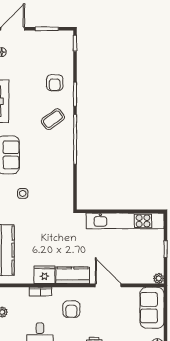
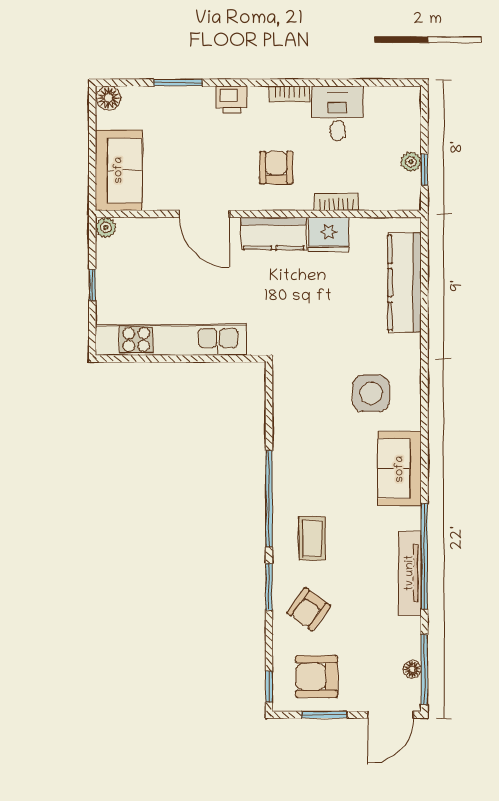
armchair: (51, 48) -> (317, 677), added
armchair: (55, 83) -> (309, 609), turned -144
coffee table: (53, 119) -> (312, 538), turned -54
side table: (23, 193) -> (371, 393), width x1.87, depth x1.87

